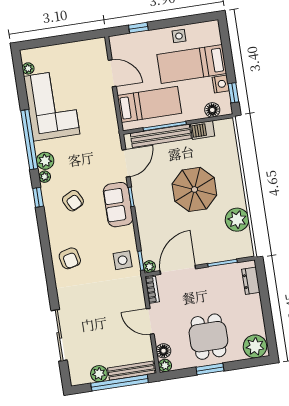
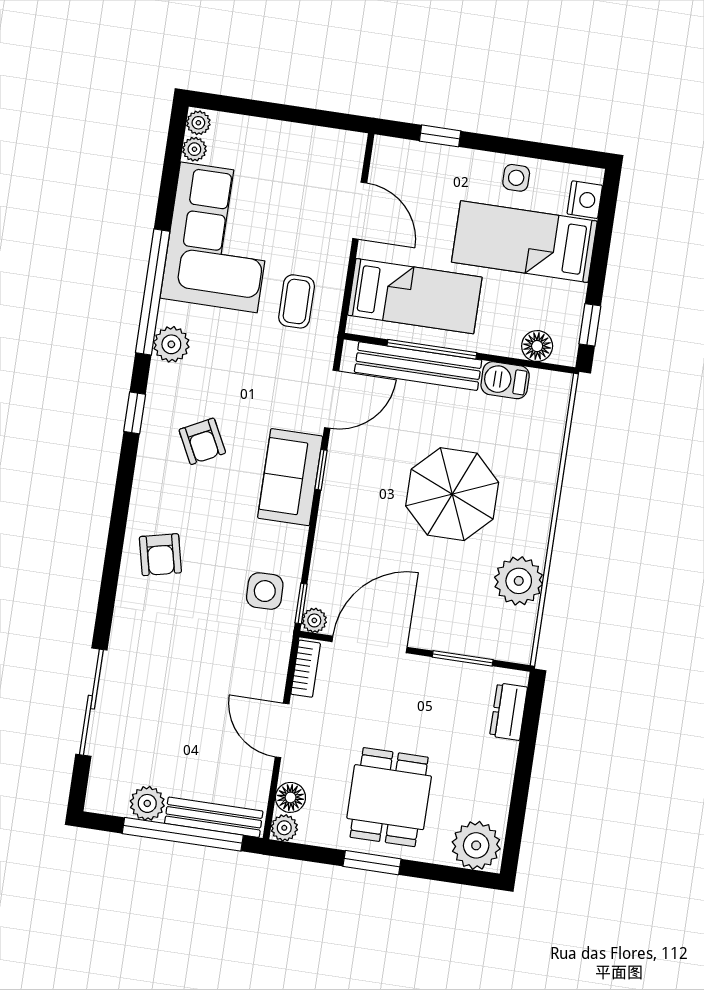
nightstand: (221, 84) -> (585, 200), moved
coffee table: (96, 124) -> (297, 301), added
plant: (45, 177) -> (198, 123), moved

